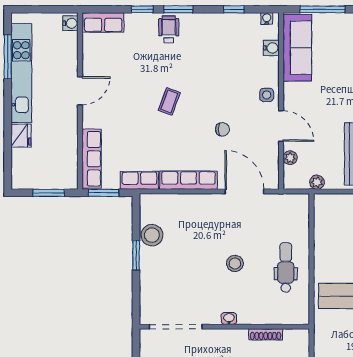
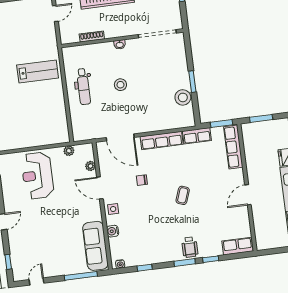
water cooler: (70, 23) -> (261, 242), removed
water cooler: (271, 48) -> (113, 231), moved

